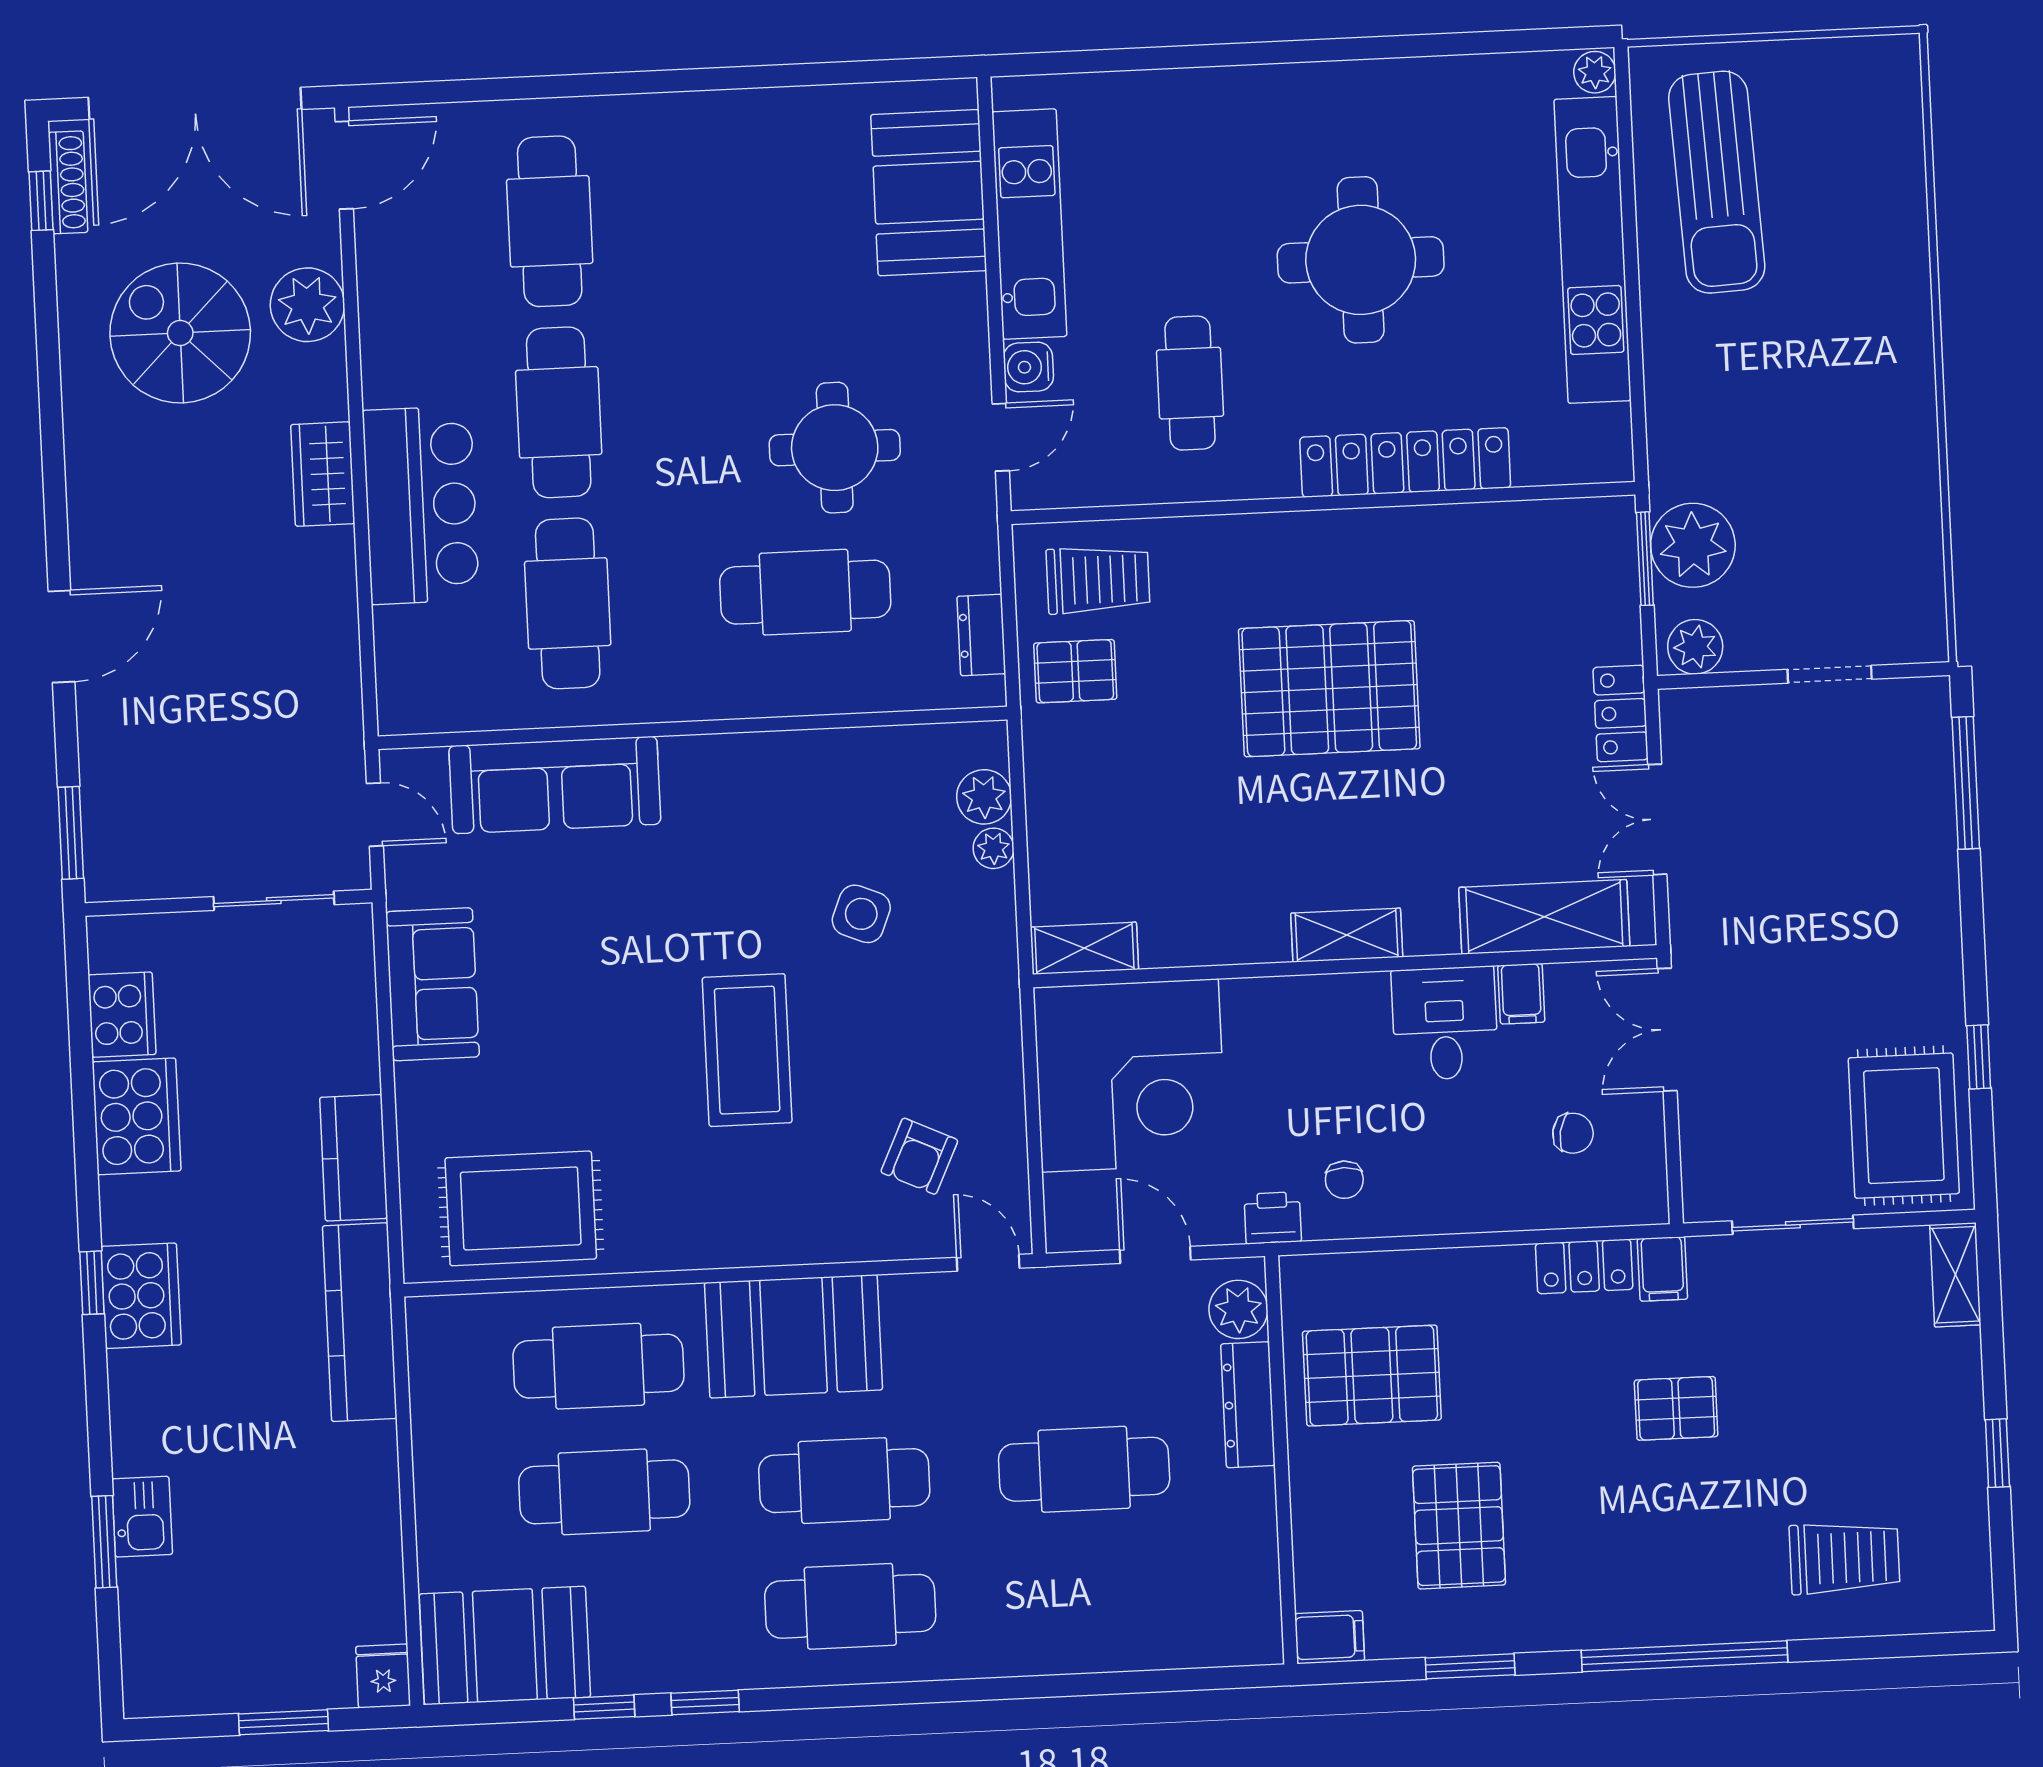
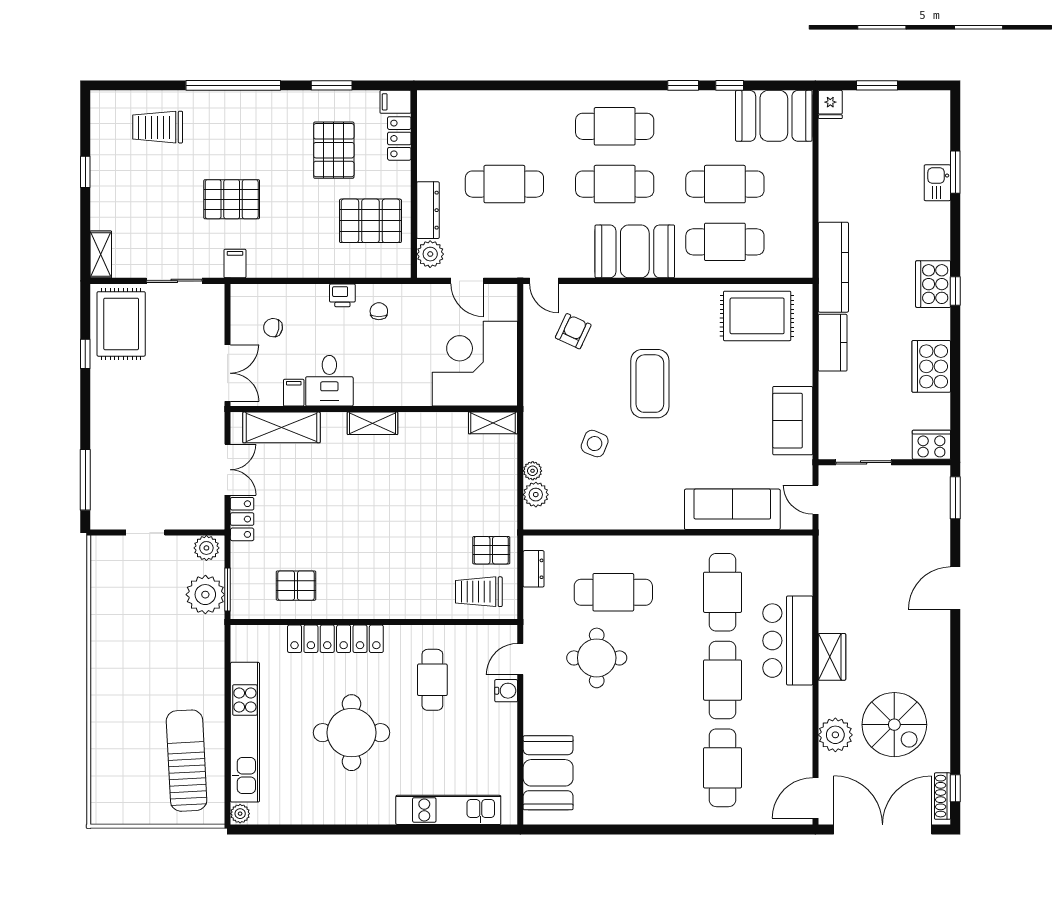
kitchen unit: (1029, 224) -> (448, 810), moved, turned 90
pallet: (1329, 689) -> (296, 586), moved, width x0.49, depth x0.50
cooker: (122, 1015) -> (931, 445), moved, turned 90
printer: (1273, 1218) -> (342, 295), moved
locker: (1584, 1266) -> (399, 138), moved, turned -90
pallet: (1676, 1408) -> (232, 199), width x1.50, depth x1.42

